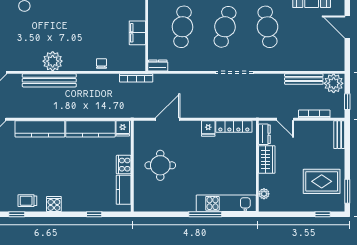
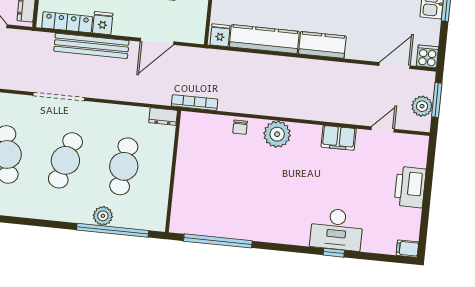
filing cabinet: (137, 33) -> (339, 138), moved, turned 90
plant: (53, 61) -> (277, 134), moved
bench: (49, 80) -> (91, 46), moved
kitchen counter: (40, 129) -> (322, 45), width x0.67

